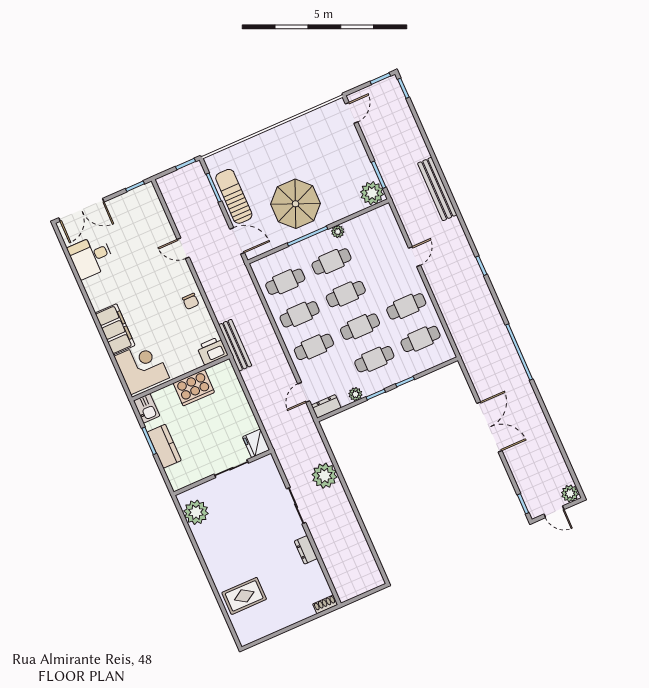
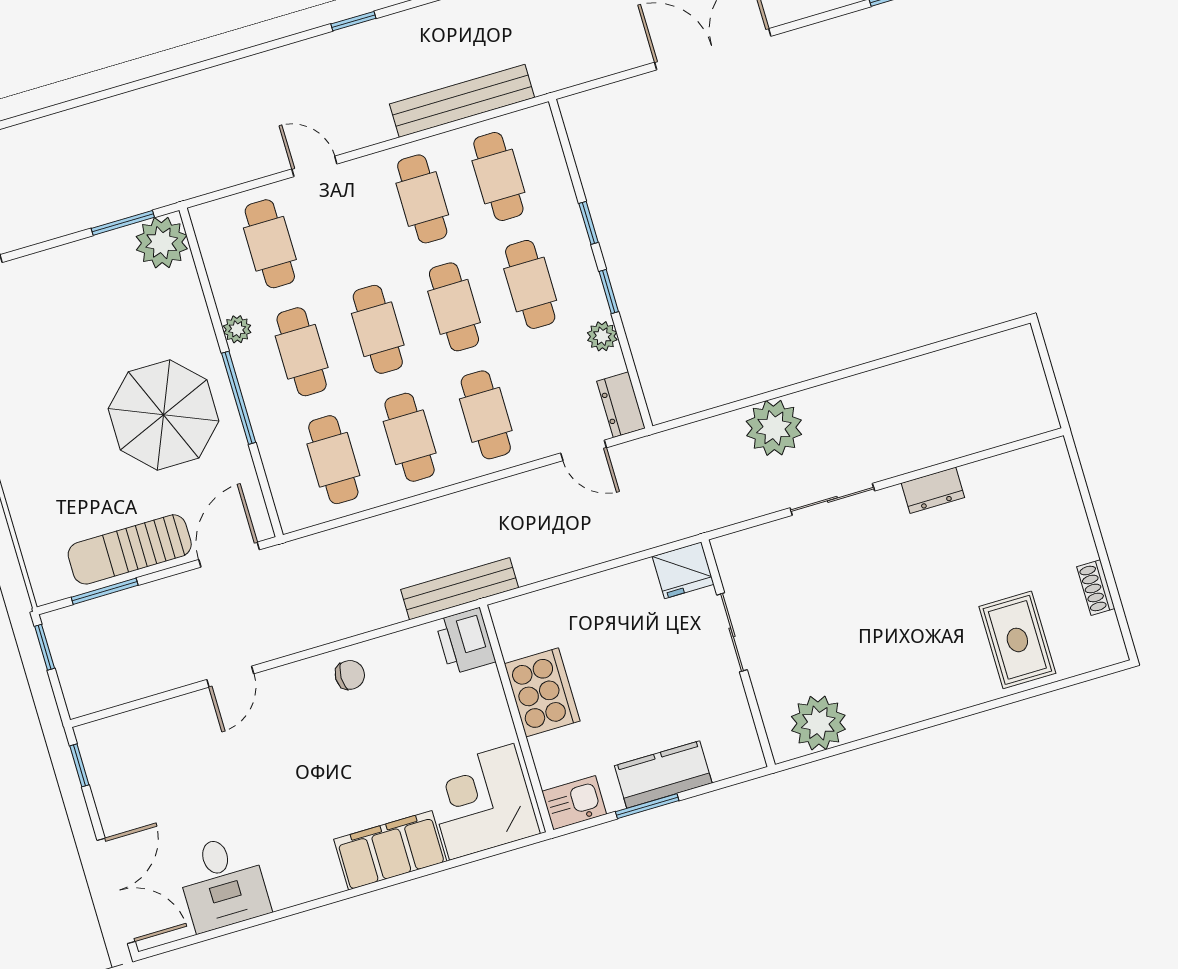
bench: (437, 189) -> (462, 101), moved
cafe table: (378, 241) -> (270, 244), added
shoe rack: (325, 604) -> (1096, 588), moved

